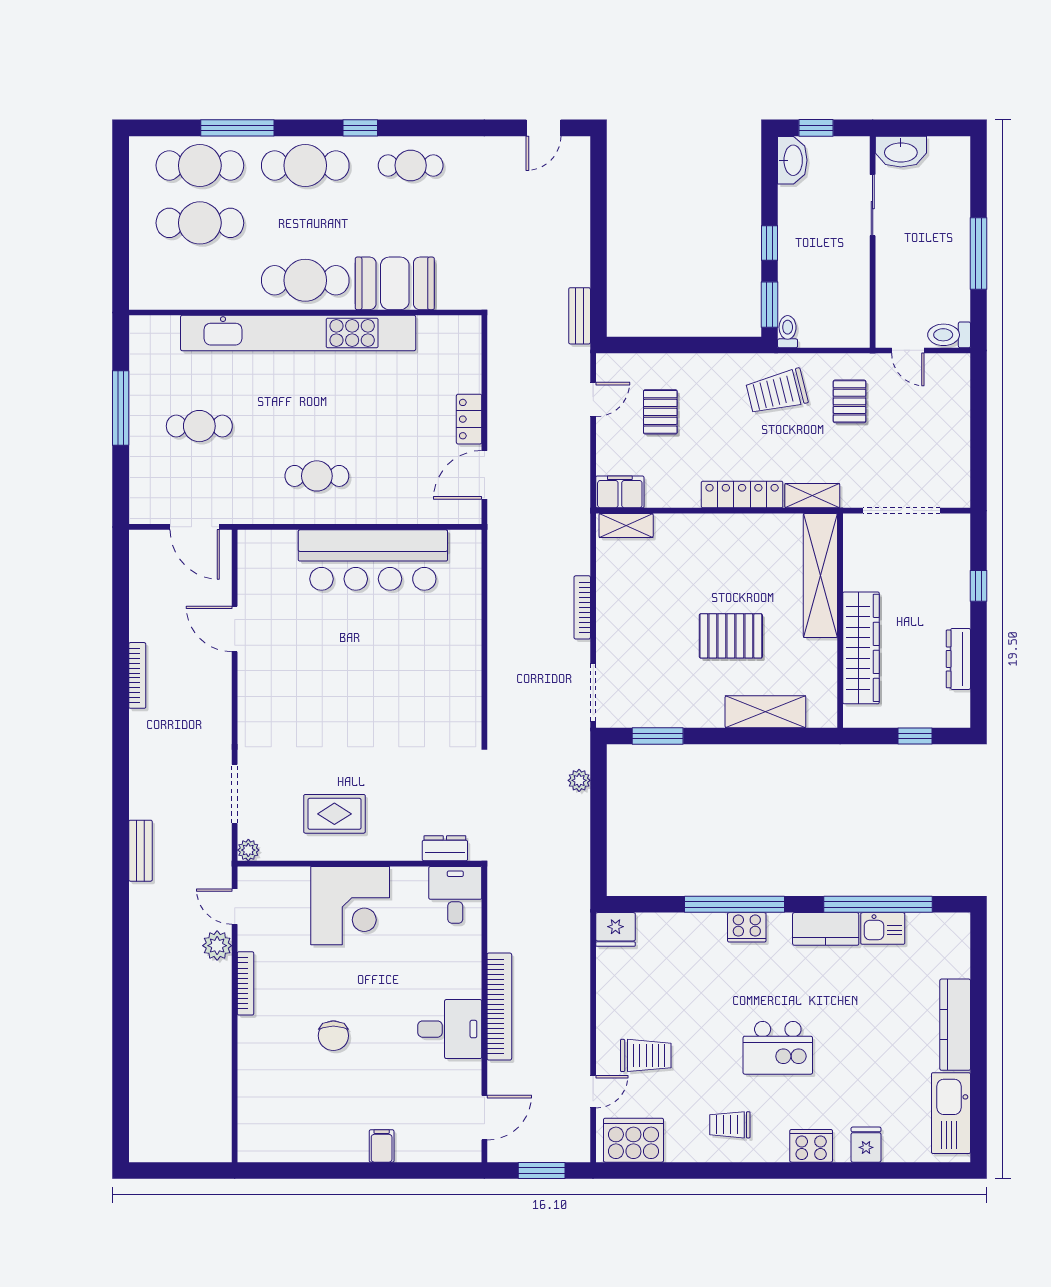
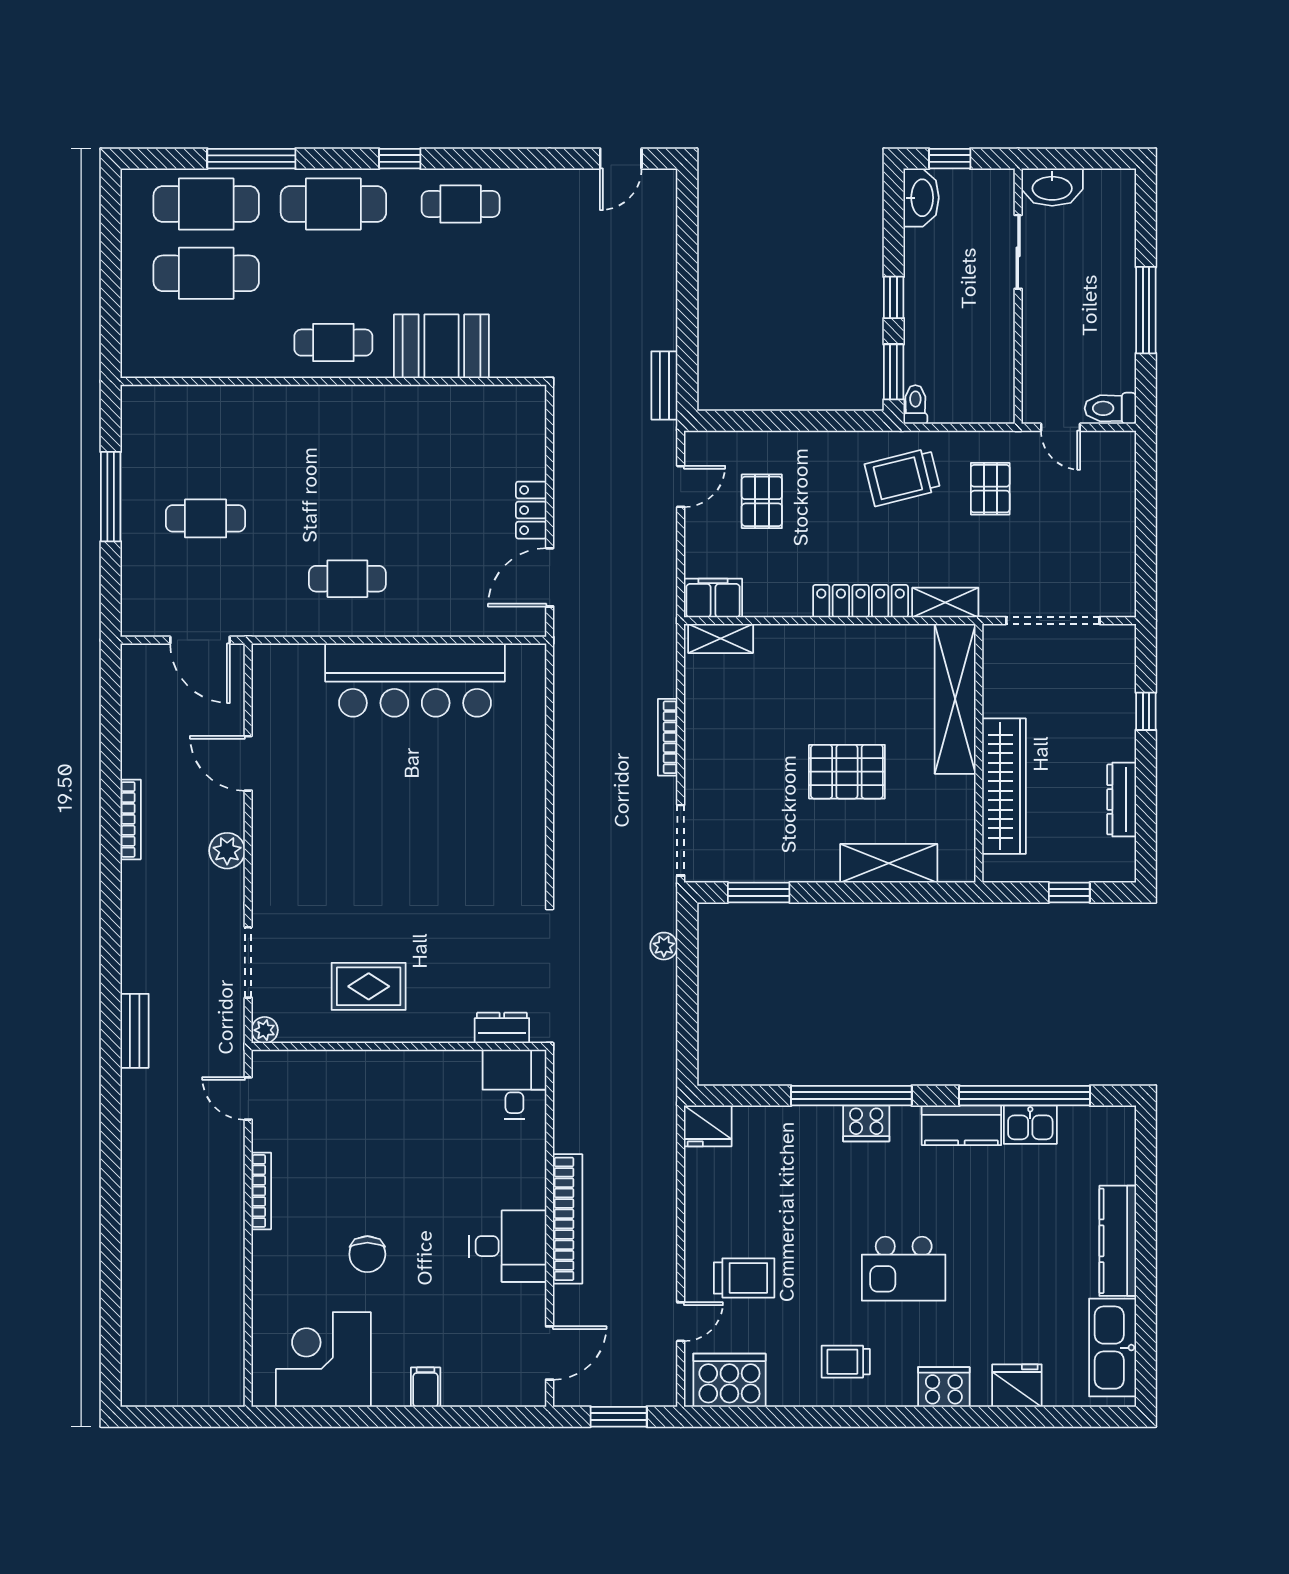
cafe table: (305, 280) -> (333, 343), width x0.73, depth x0.74
kitchen unit: (298, 333) -> (325, 406), removed
corner desk: (350, 906) -> (323, 1359), moved, turned 180
plant: (217, 946) -> (227, 851), moved
fridge: (866, 1145) -> (1017, 1386), width x1.38

